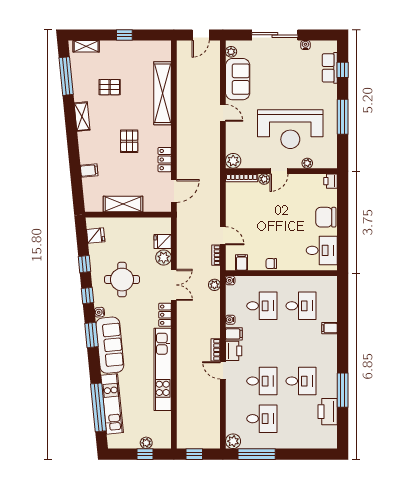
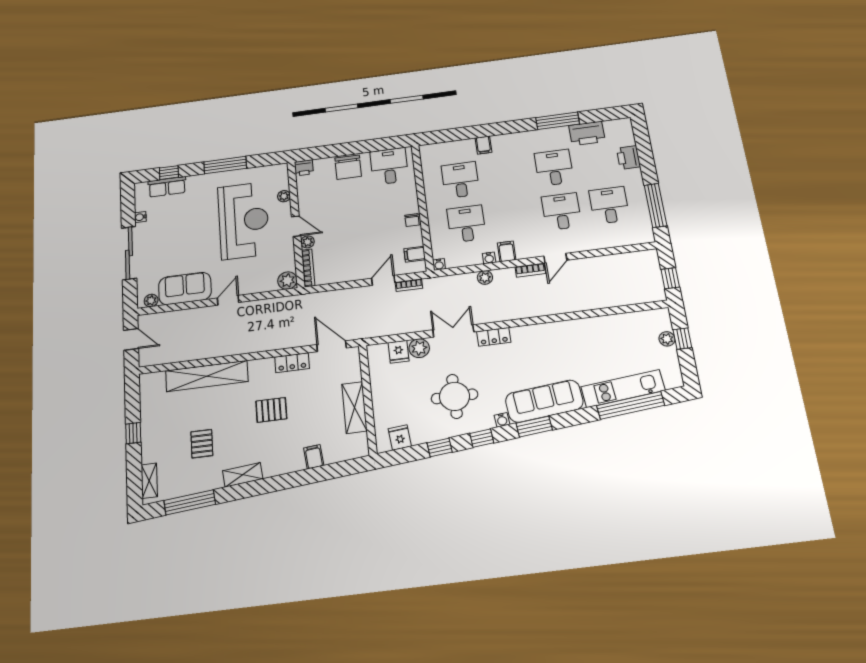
plant: (214, 285) -> (485, 277), moved
printer: (234, 351) -> (628, 157), moved, turned -90
kitchen unit: (163, 369) -> (566, 331), removed
plant: (233, 441) -> (644, 235), removed

